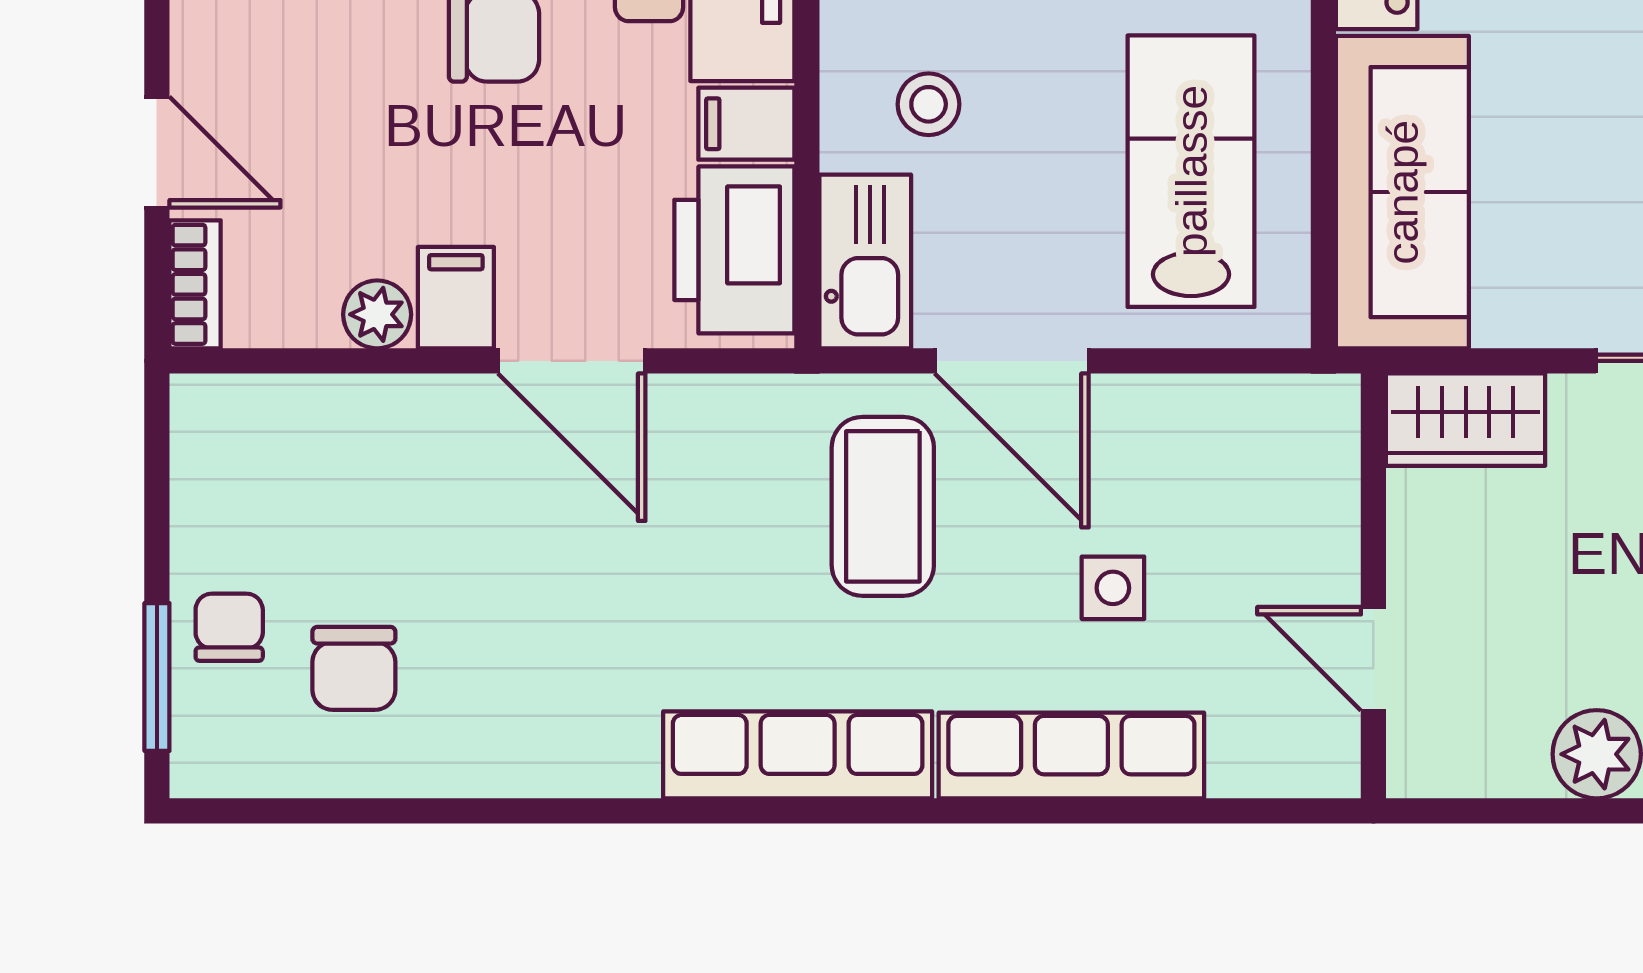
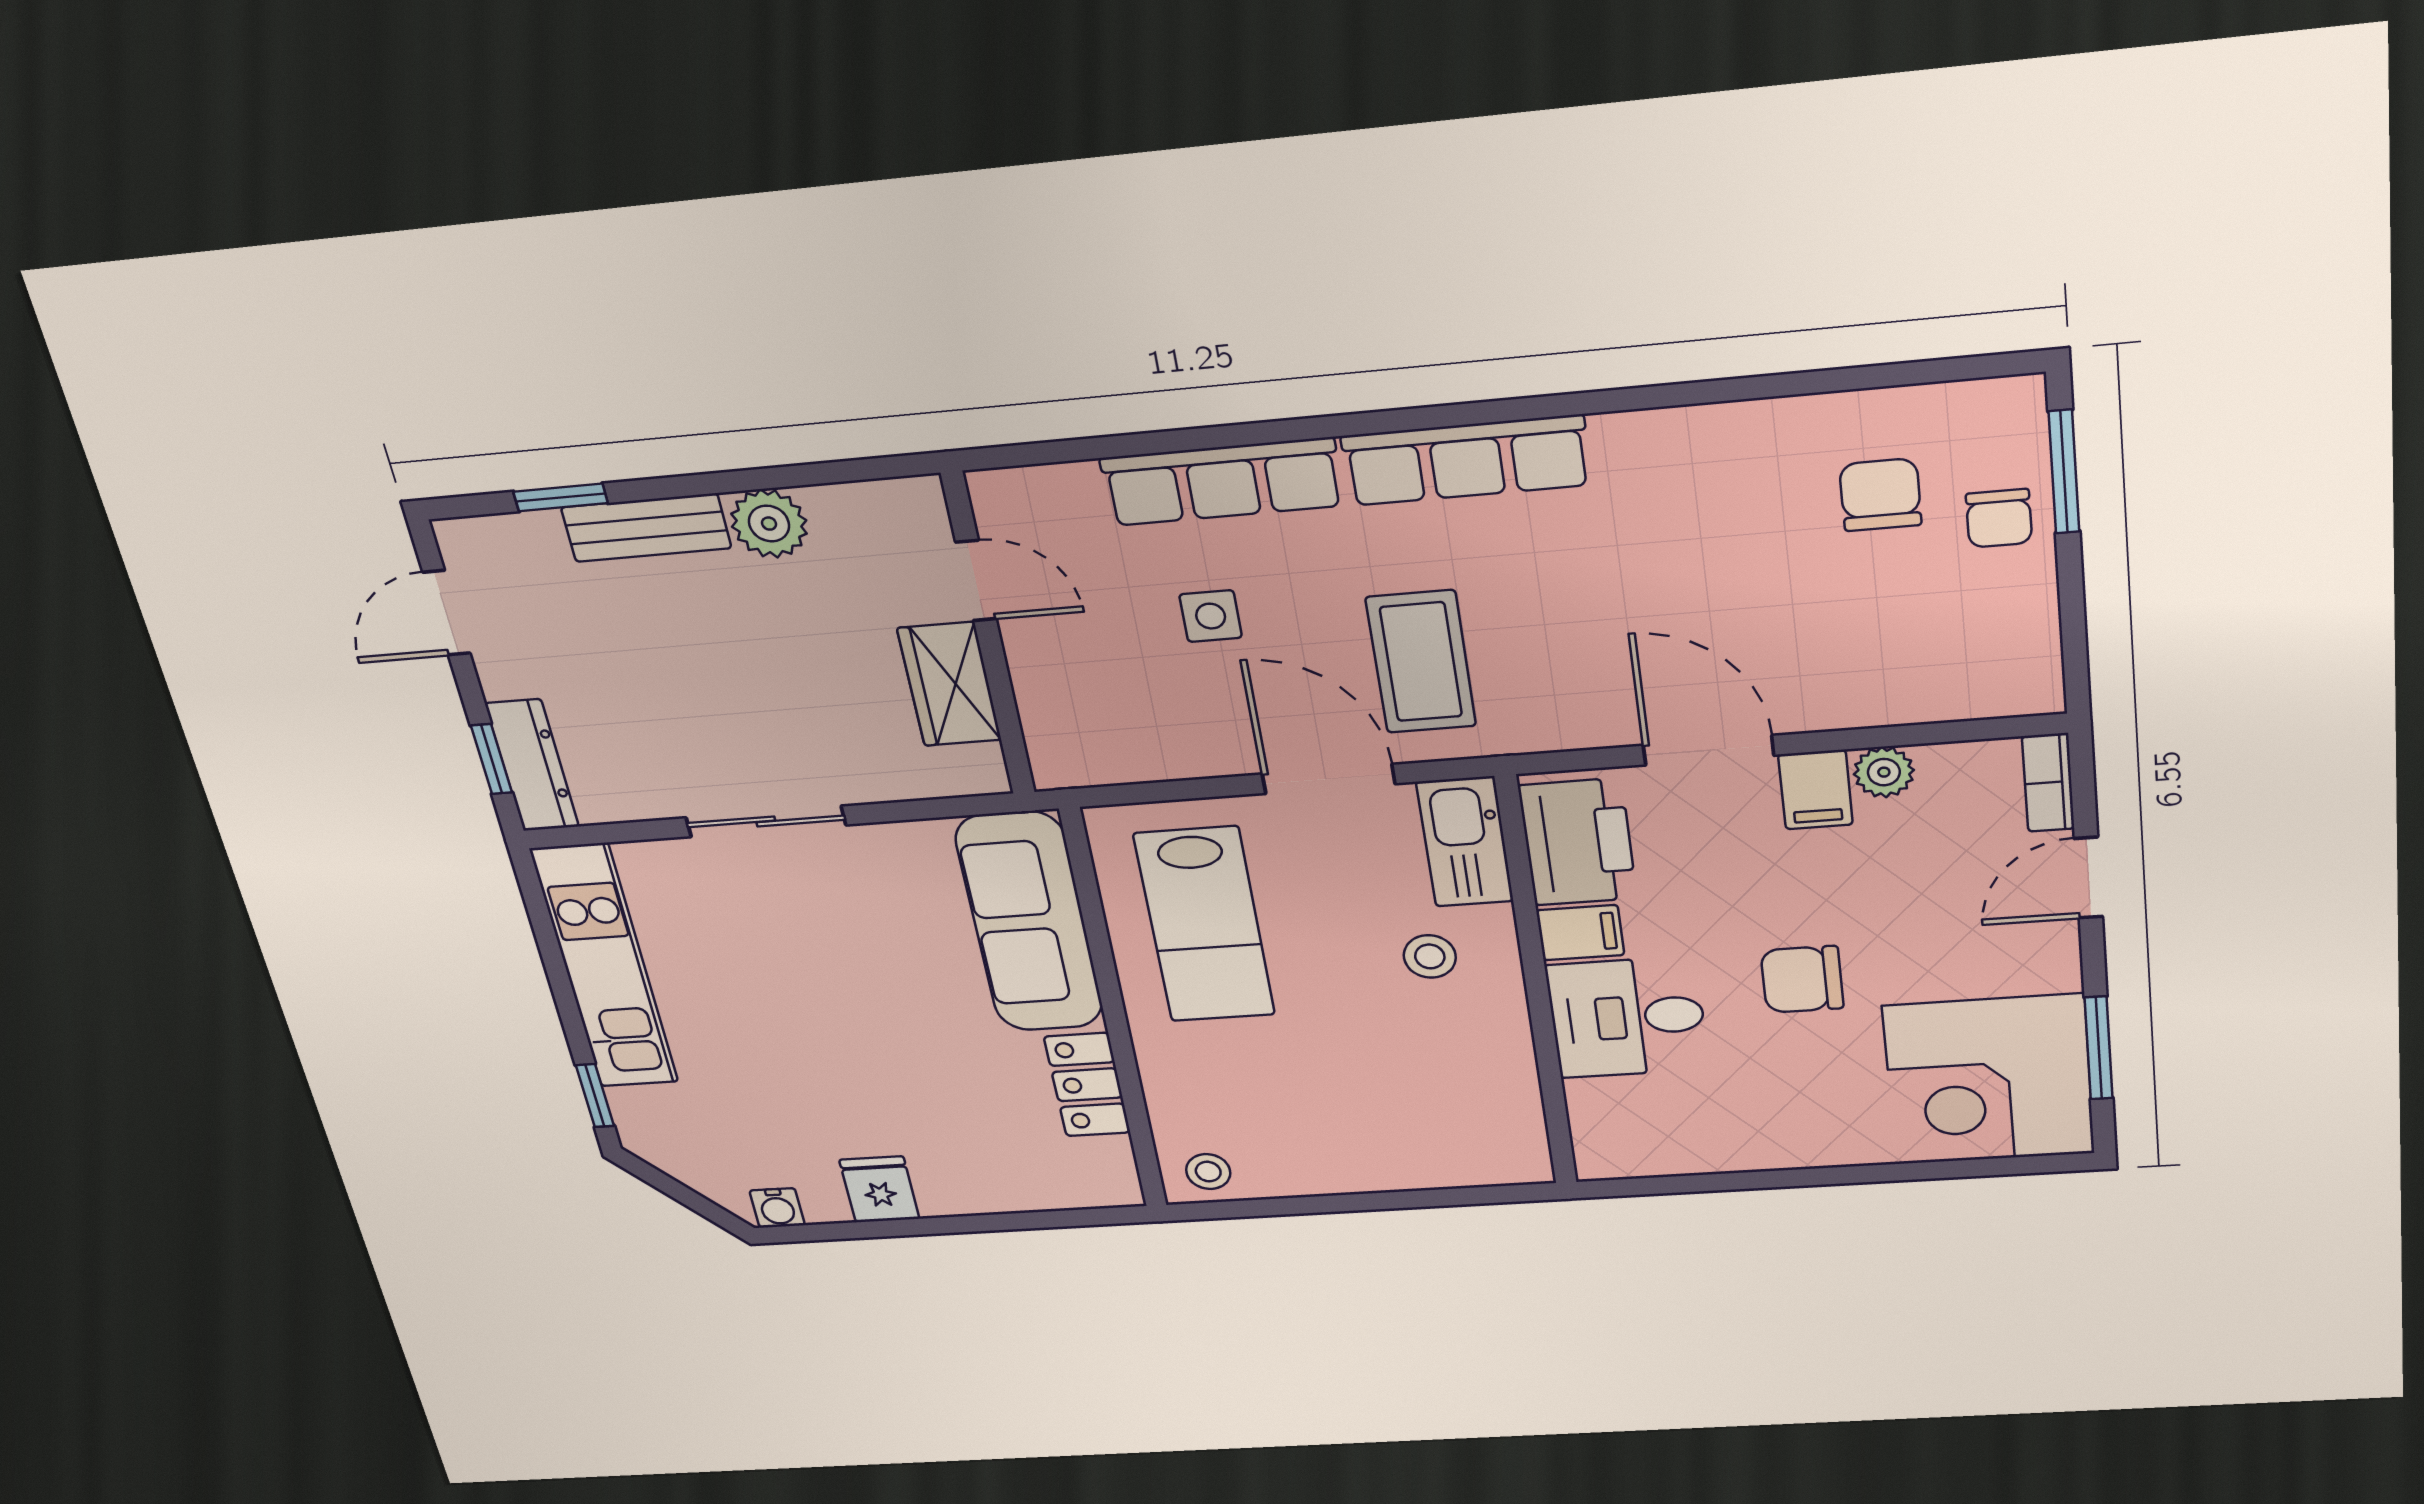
door: (157, 152) -> (2088, 878), hinge flipped
wardrobe: (1466, 420) -> (949, 684), moved, turned -90

